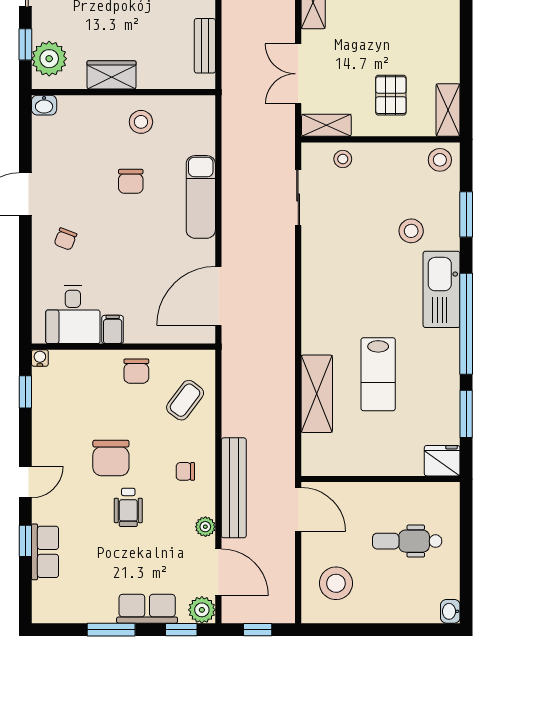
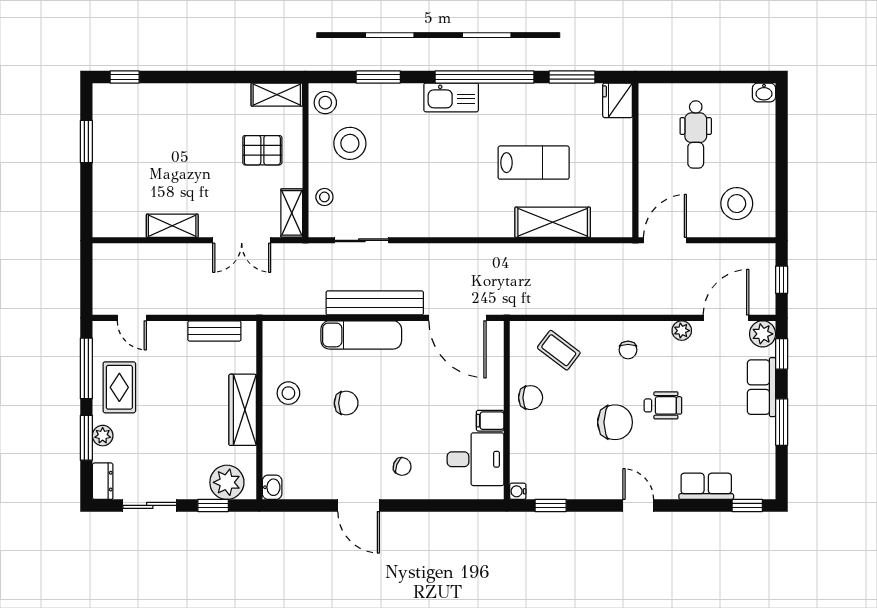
wardrobe: (111, 75) -> (243, 410), width x1.50
stool: (411, 231) -> (350, 143), moved, width x1.38, depth x1.38
kitchen sink: (442, 289) -> (451, 97), width x0.73, depth x0.81
bench: (234, 488) -> (375, 303), moved
window: (25, 541) -> (747, 505), moved

